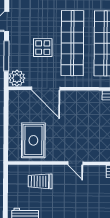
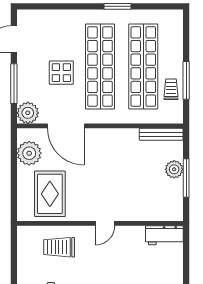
plant: (18, 109) -> (29, 153), added
door: (75, 163) -> (105, 223), hinge flipped

